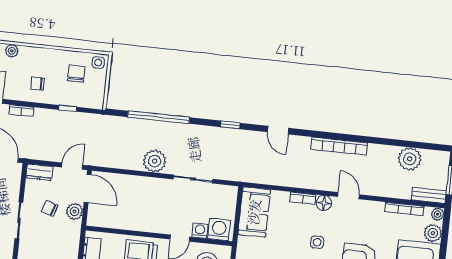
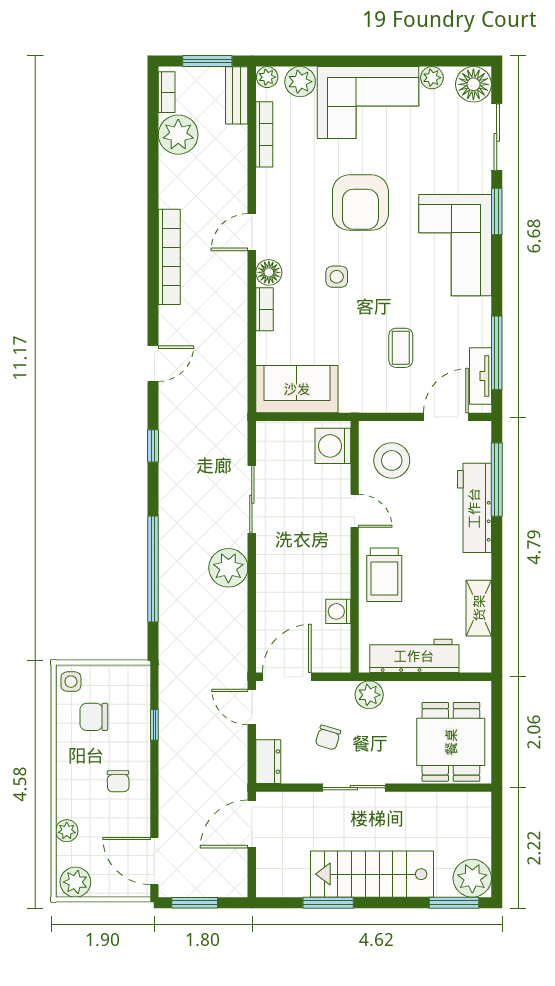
bookcase: (21, 111) -> (167, 92), moved
plant: (75, 211) -> (369, 695), moved
washing machine: (200, 231) -> (338, 611), moved

